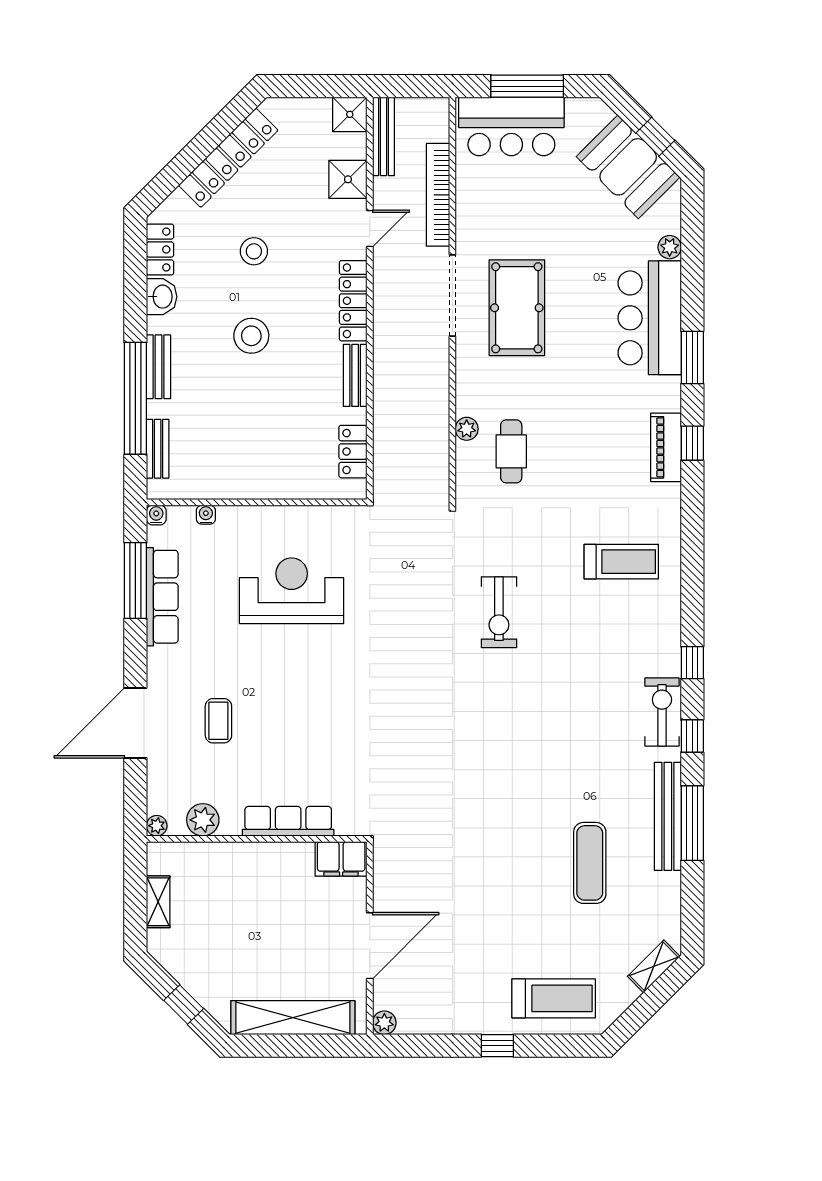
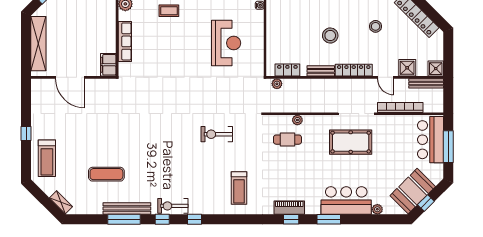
stool: (251, 336) -> (330, 36), moved
exercise bike: (662, 712) -> (173, 206), turned 180
plant: (384, 1023) -> (277, 84), moved

